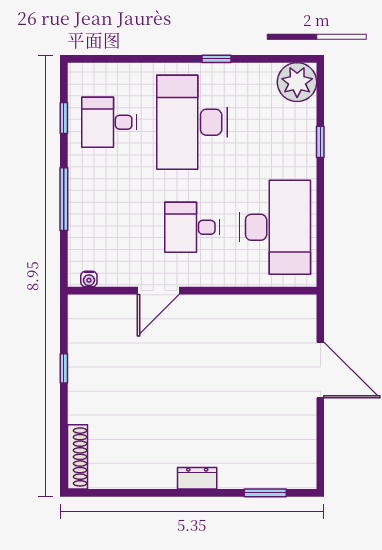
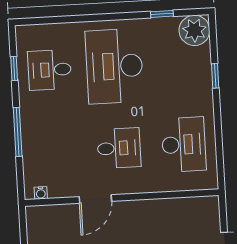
window: (217, 59) -> (162, 14), moved
desk: (192, 227) -> (119, 148), turned 180
desk: (275, 227) -> (184, 144), width x0.73, depth x0.77

